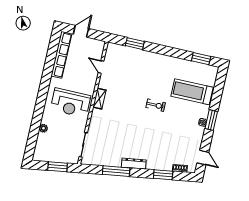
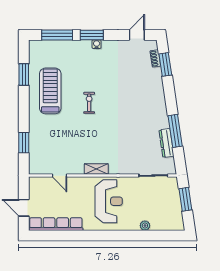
window: (201, 59) -> (24, 74), moved
door: (101, 67) -> (59, 176), hinge flipped
window: (218, 91) -> (57, 35), added
treadmill: (192, 92) -> (50, 91), moved, turned 180
dresser: (134, 164) -> (166, 143), moved
window: (163, 175) -> (165, 64), moved

